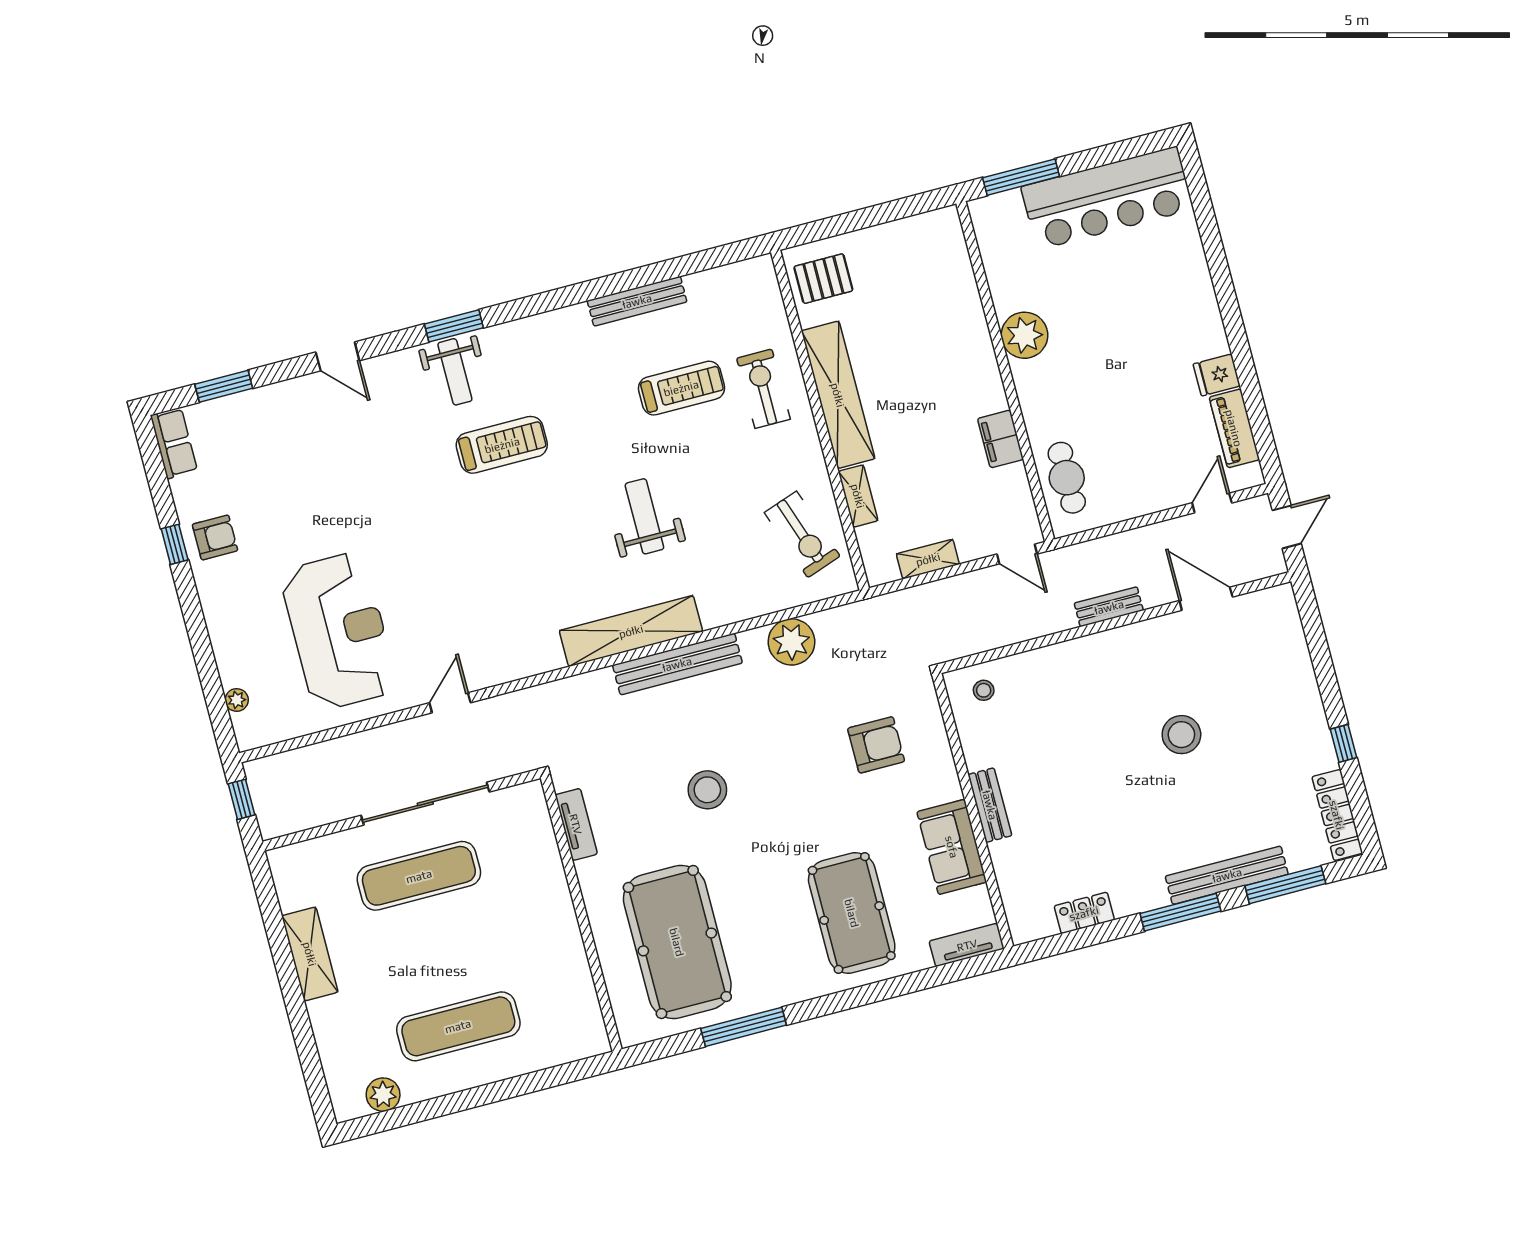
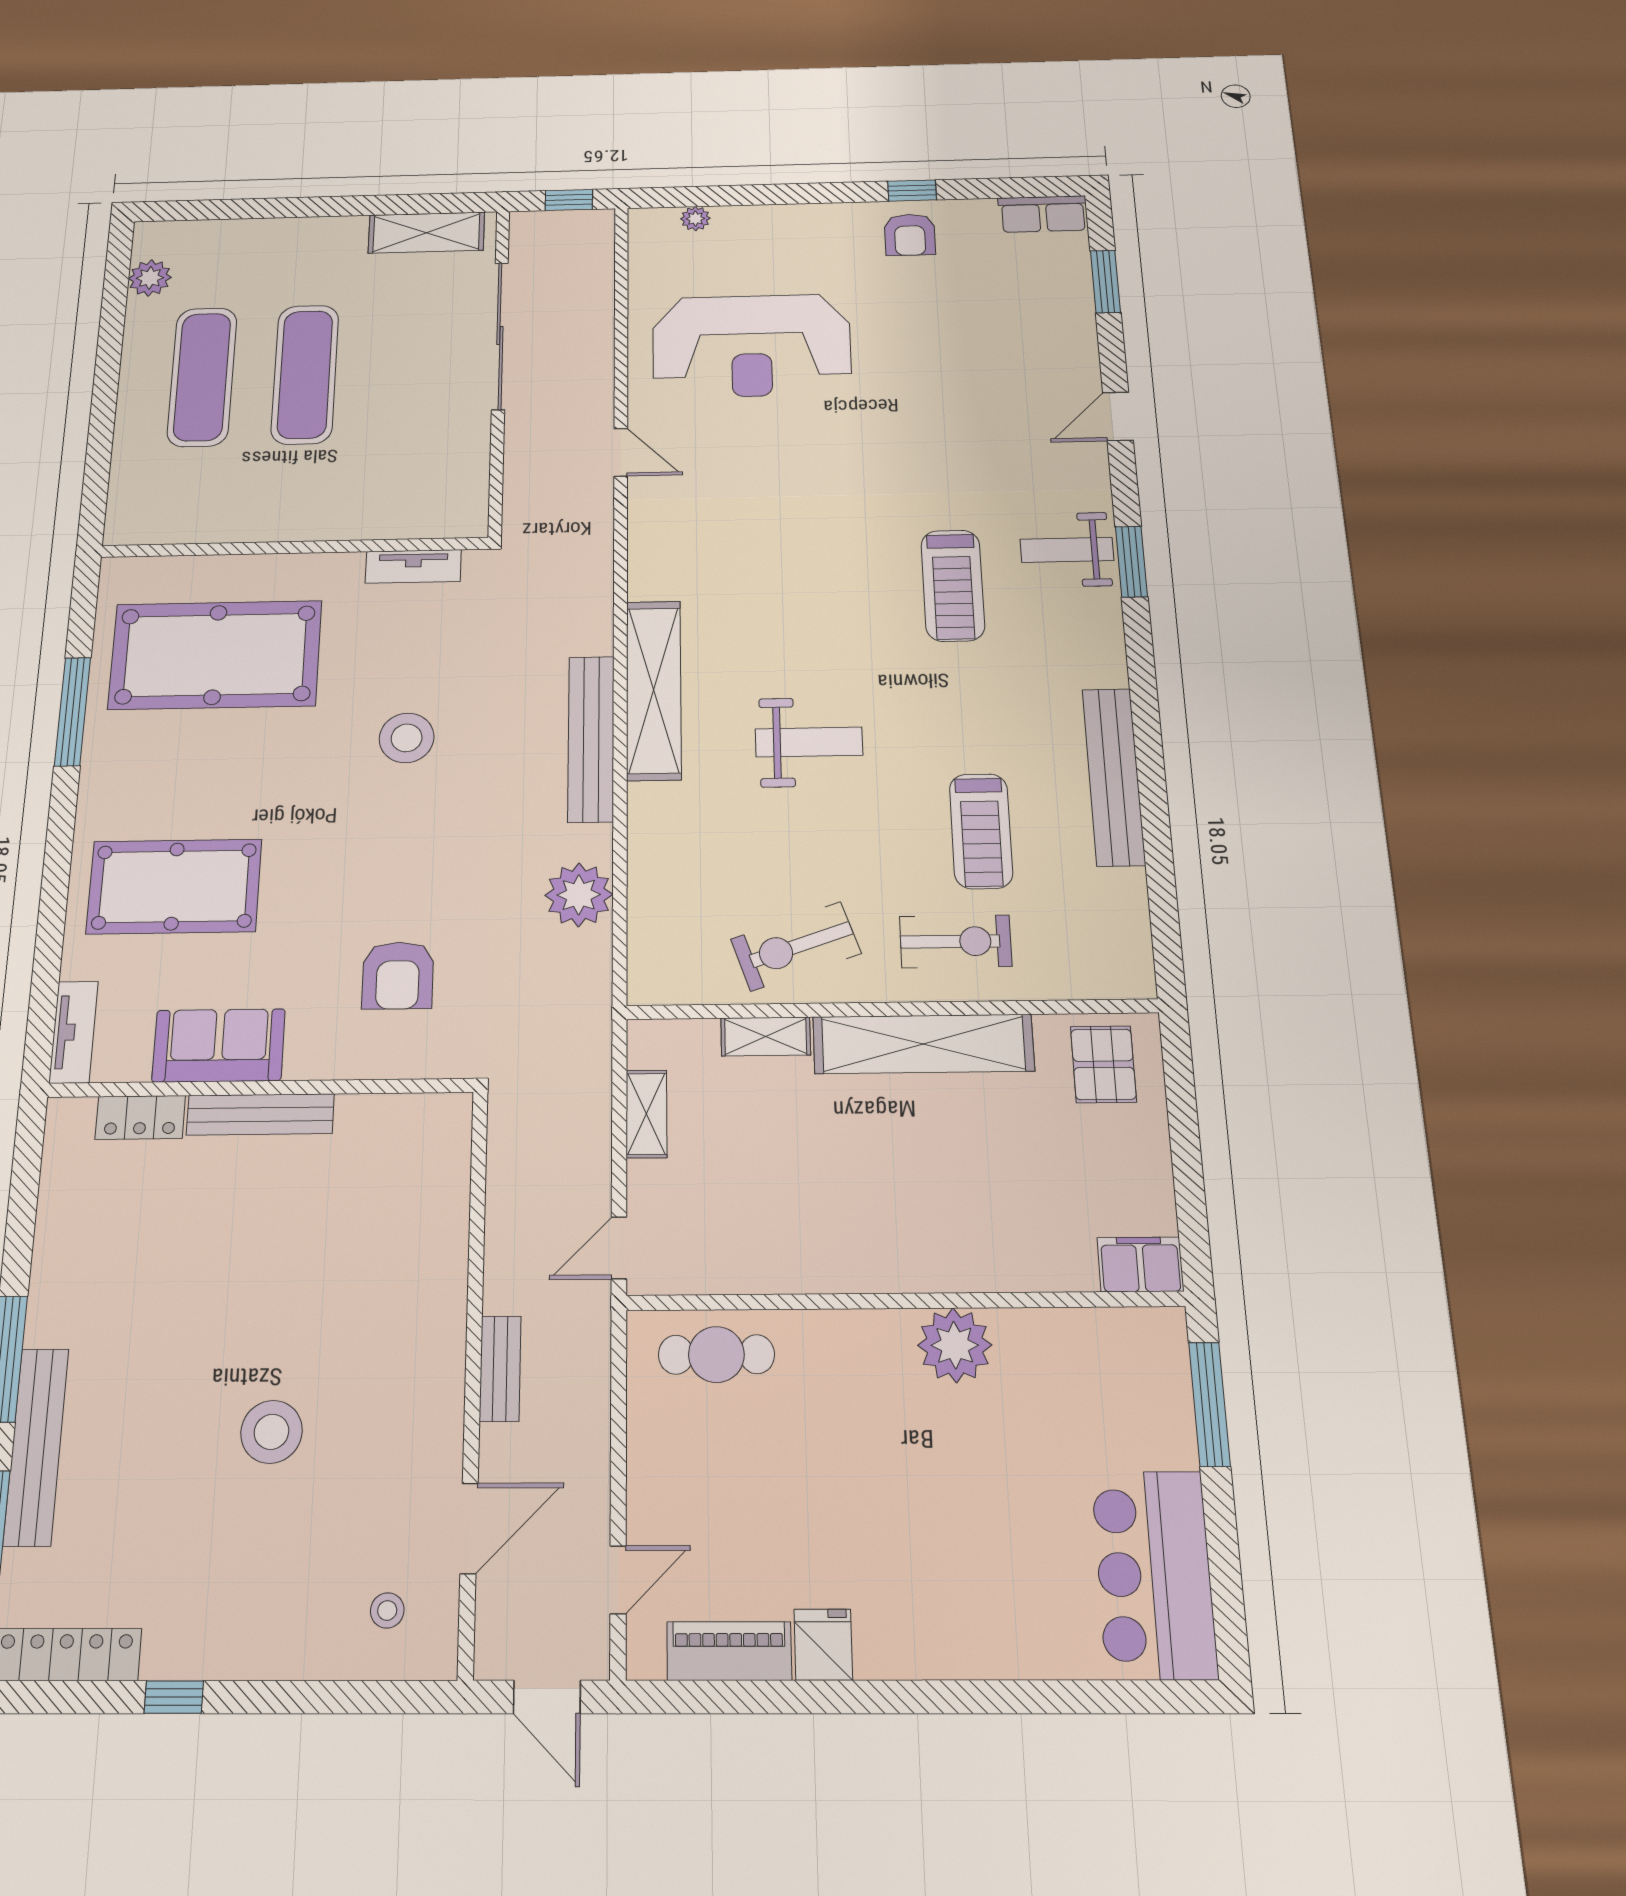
bar counter: (1107, 198) -> (1154, 1574), width x0.73
bench: (637, 301) -> (1114, 776), width x1.37, depth x1.21
filing cabinet: (1000, 439) -> (1140, 1264), moved
door: (1212, 503) -> (618, 1580), hinge flipped
exercise bike: (802, 534) -> (796, 946), moved
stool: (984, 690) -> (387, 1610), moved
sliding door: (425, 804) -> (500, 336), moved
bench: (990, 805) -> (260, 1114), width x1.36
exercise mat: (419, 876) -> (305, 374), moved
locker: (1084, 913) -> (140, 1117), moved, turned 90
shelving: (310, 954) -> (426, 233), moved

